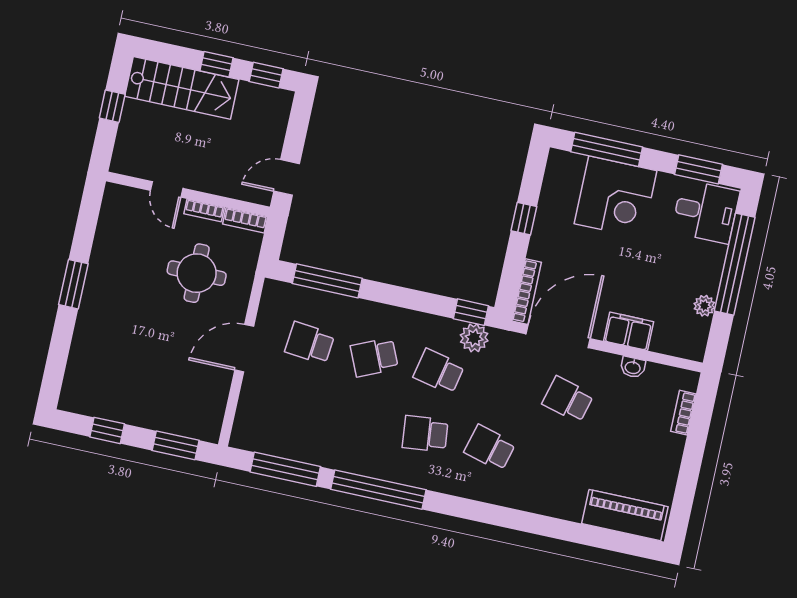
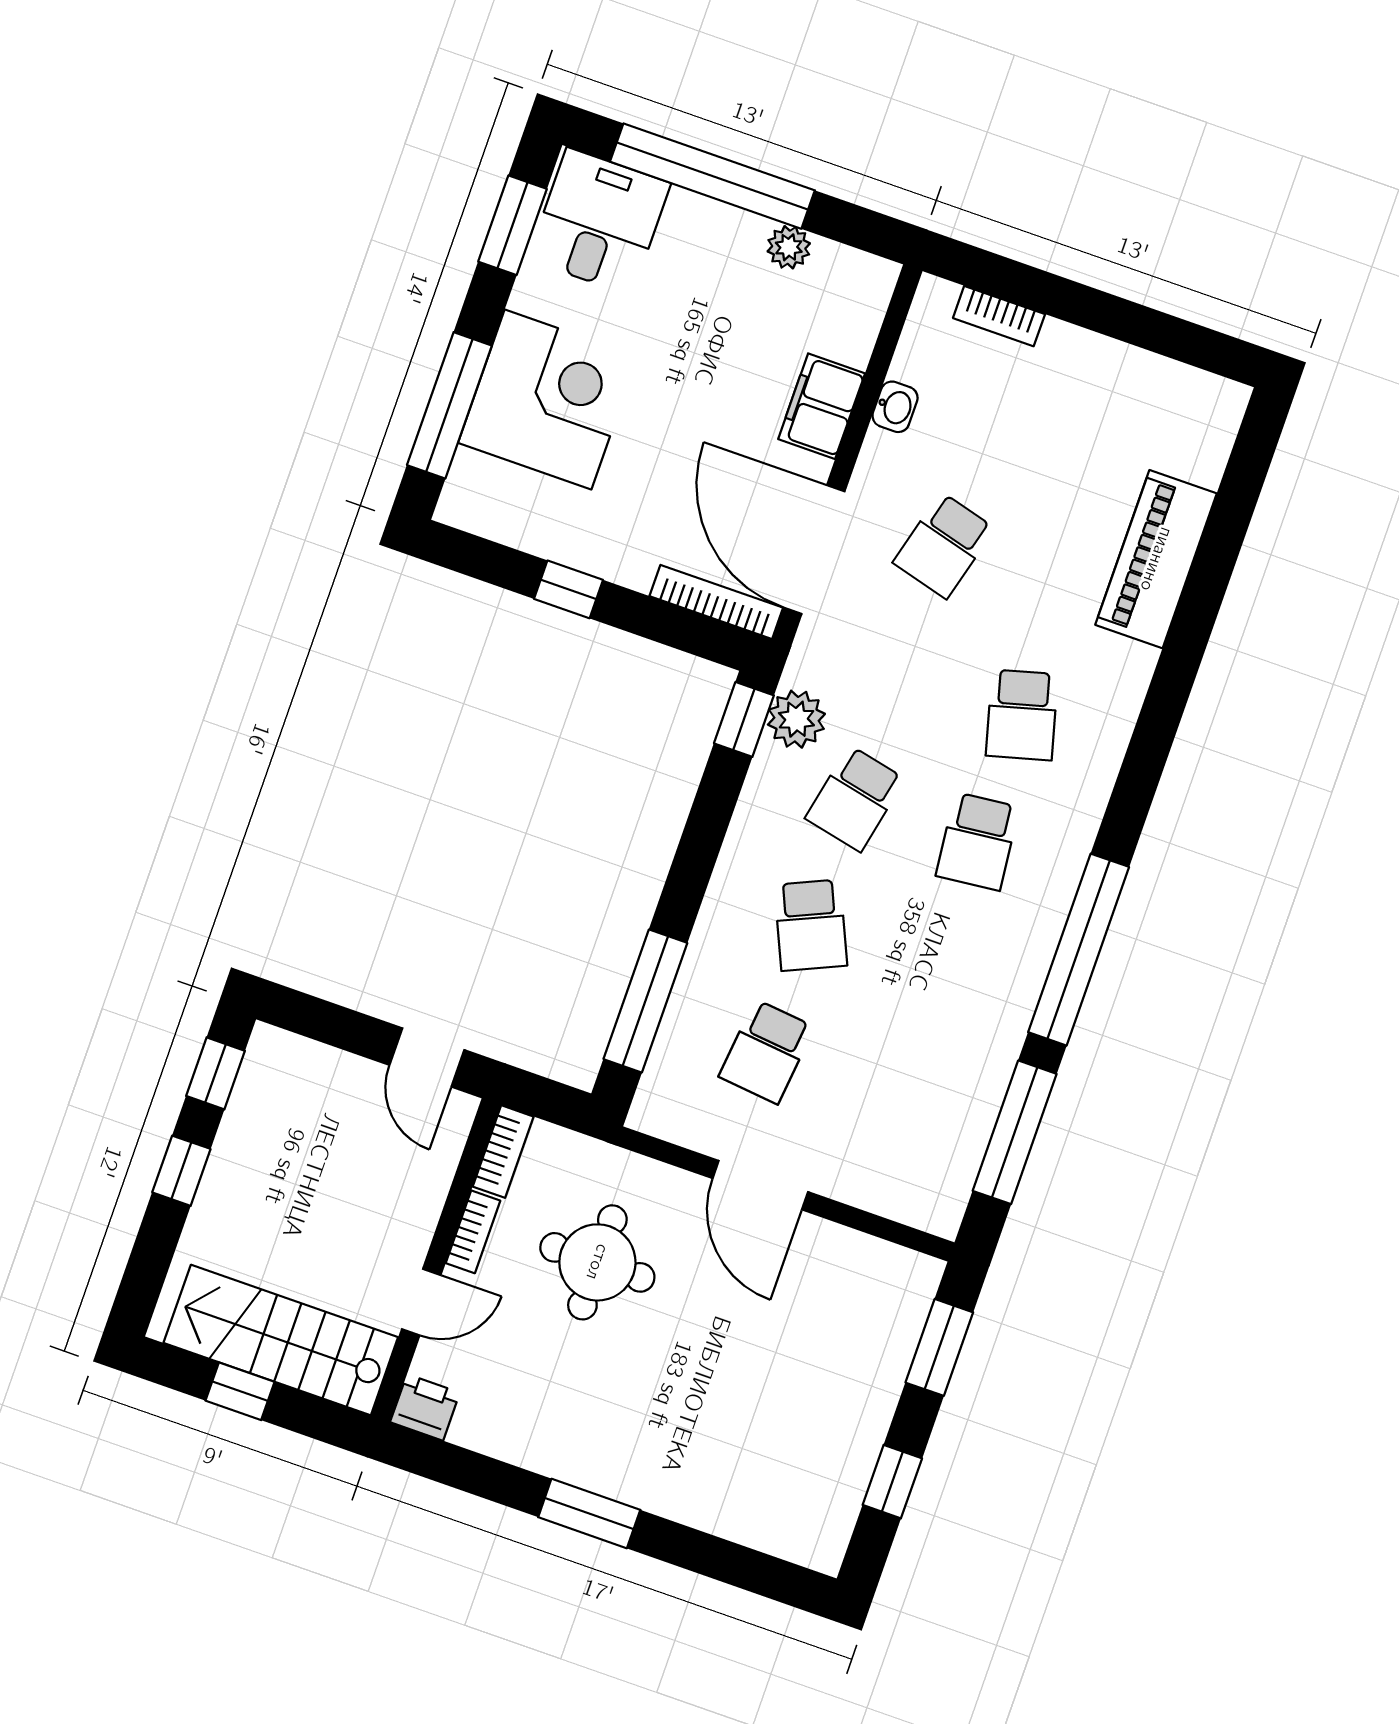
stairs: (182, 88) -> (281, 1340), moved, turned -90
printer: (115, 198) -> (425, 1407), added
school desk: (490, 448) -> (1022, 715), turned -30
piano: (625, 515) -> (1156, 559), moved

